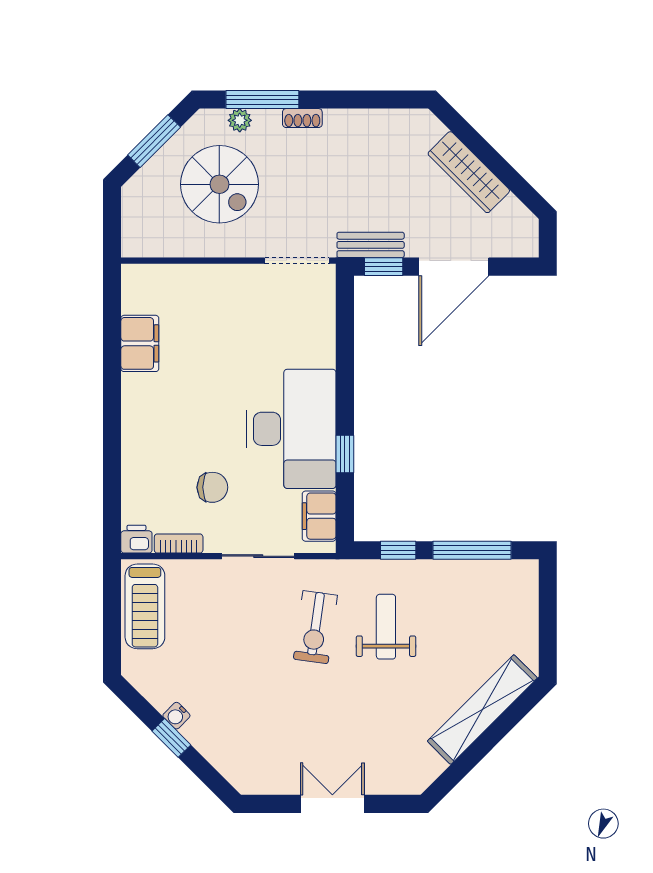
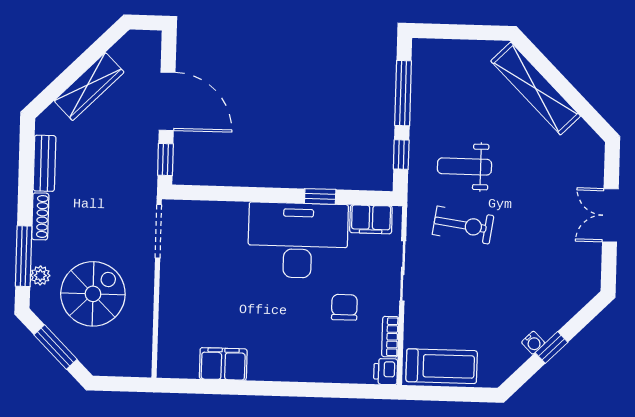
shoe rack: (302, 118) -> (40, 216), width x1.43
bench: (371, 245) -> (44, 163), moved

